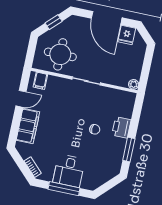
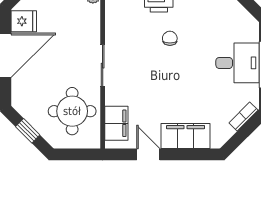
filing cabinet: (40, 81) -> (116, 123), width x2.00

